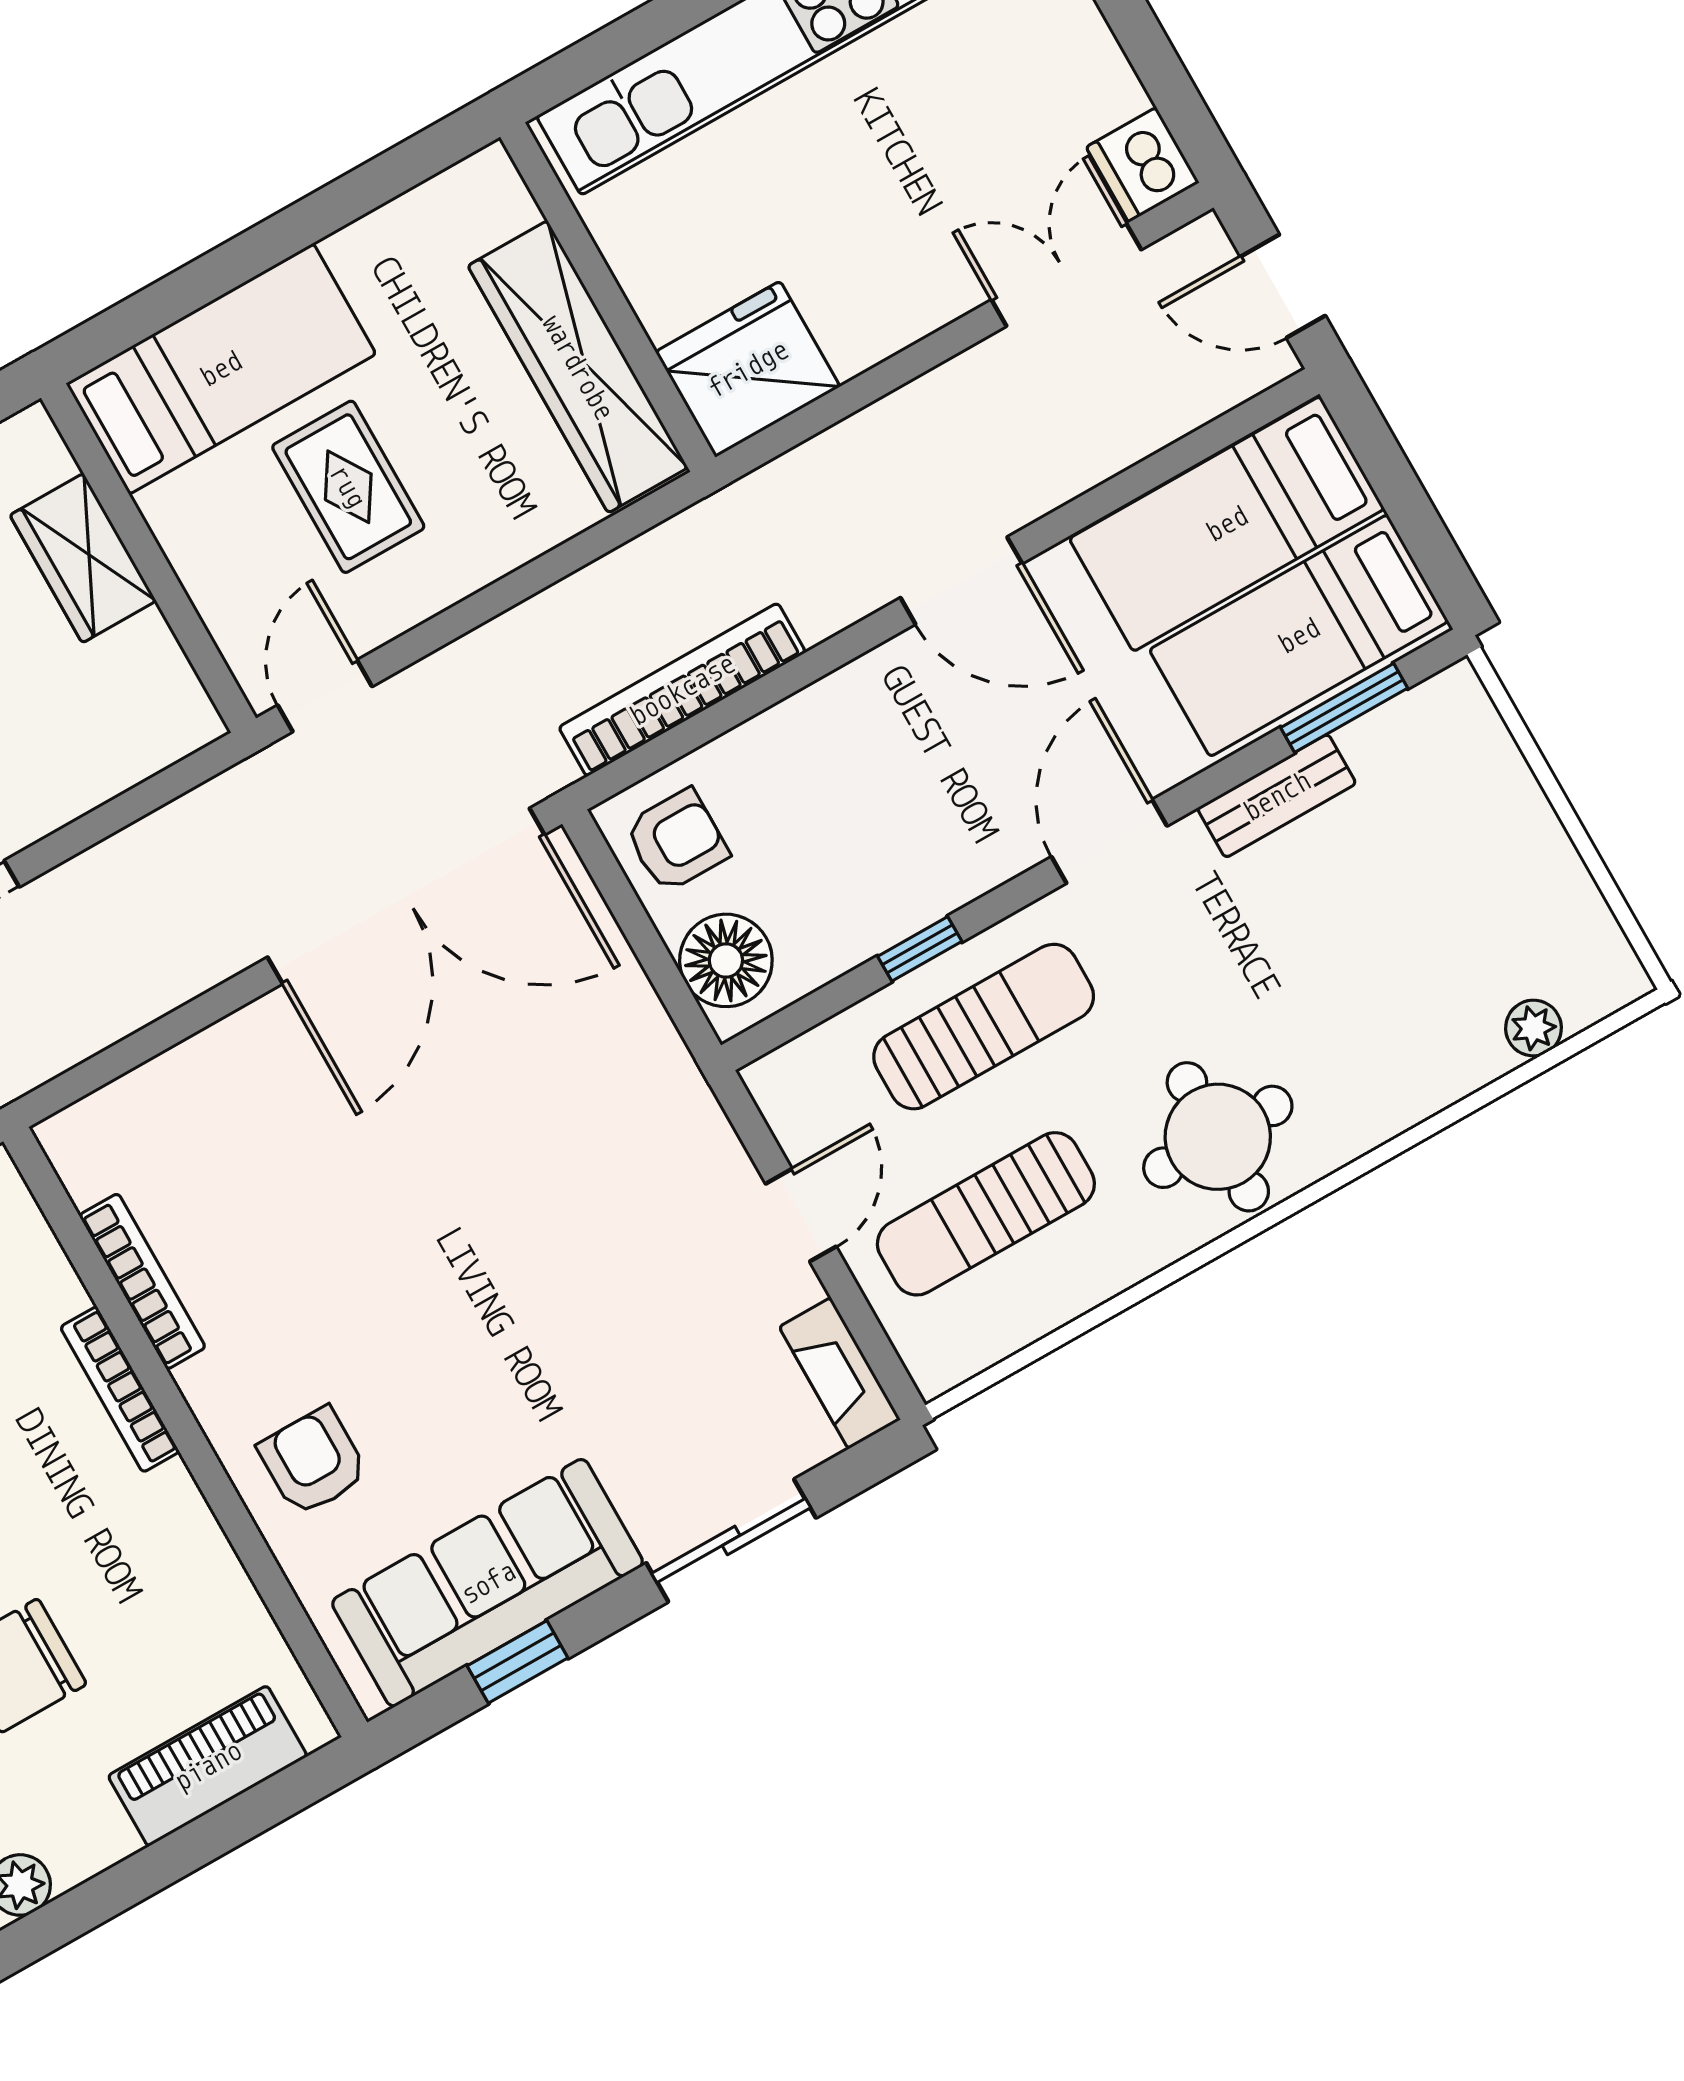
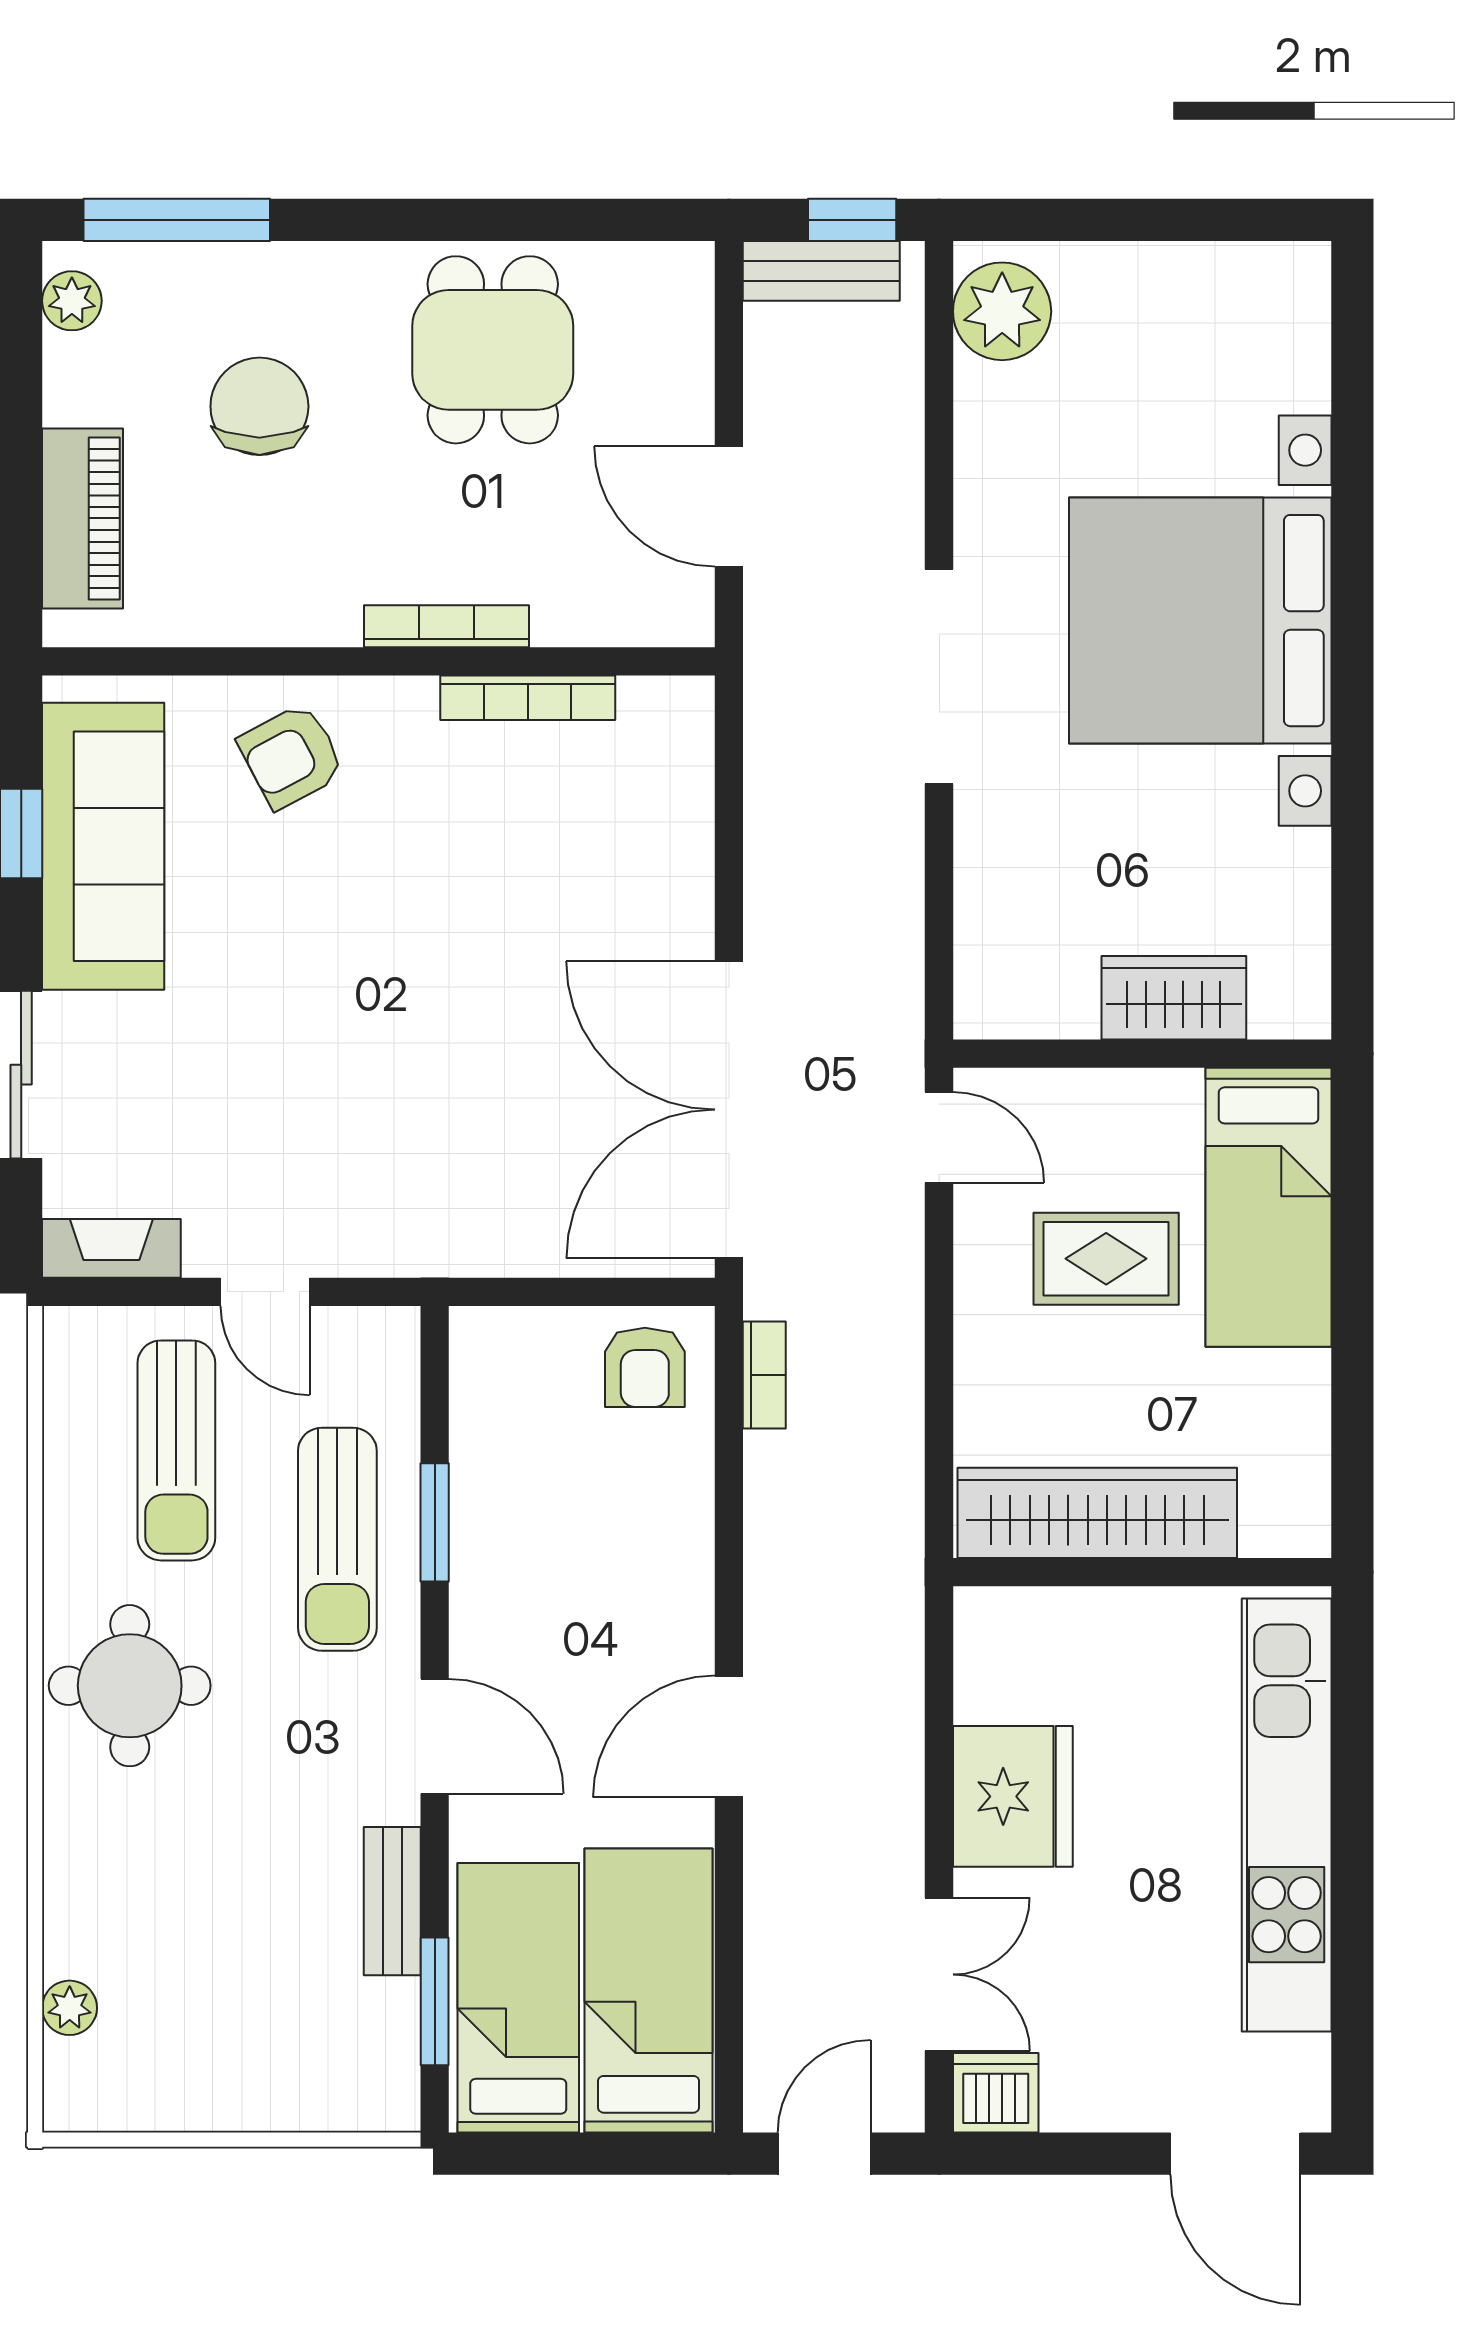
fridge: (748, 369) -> (1013, 1796), moved
bookcase: (682, 690) -> (764, 1375), width x0.43, depth x0.76
window: (920, 949) -> (435, 1522), width x1.50
floor lamp: (726, 960) -> (519, 1351), removed
sun lounger: (986, 1214) -> (176, 1450), turned 180
armchair: (313, 1461) -> (291, 756), turned 152

